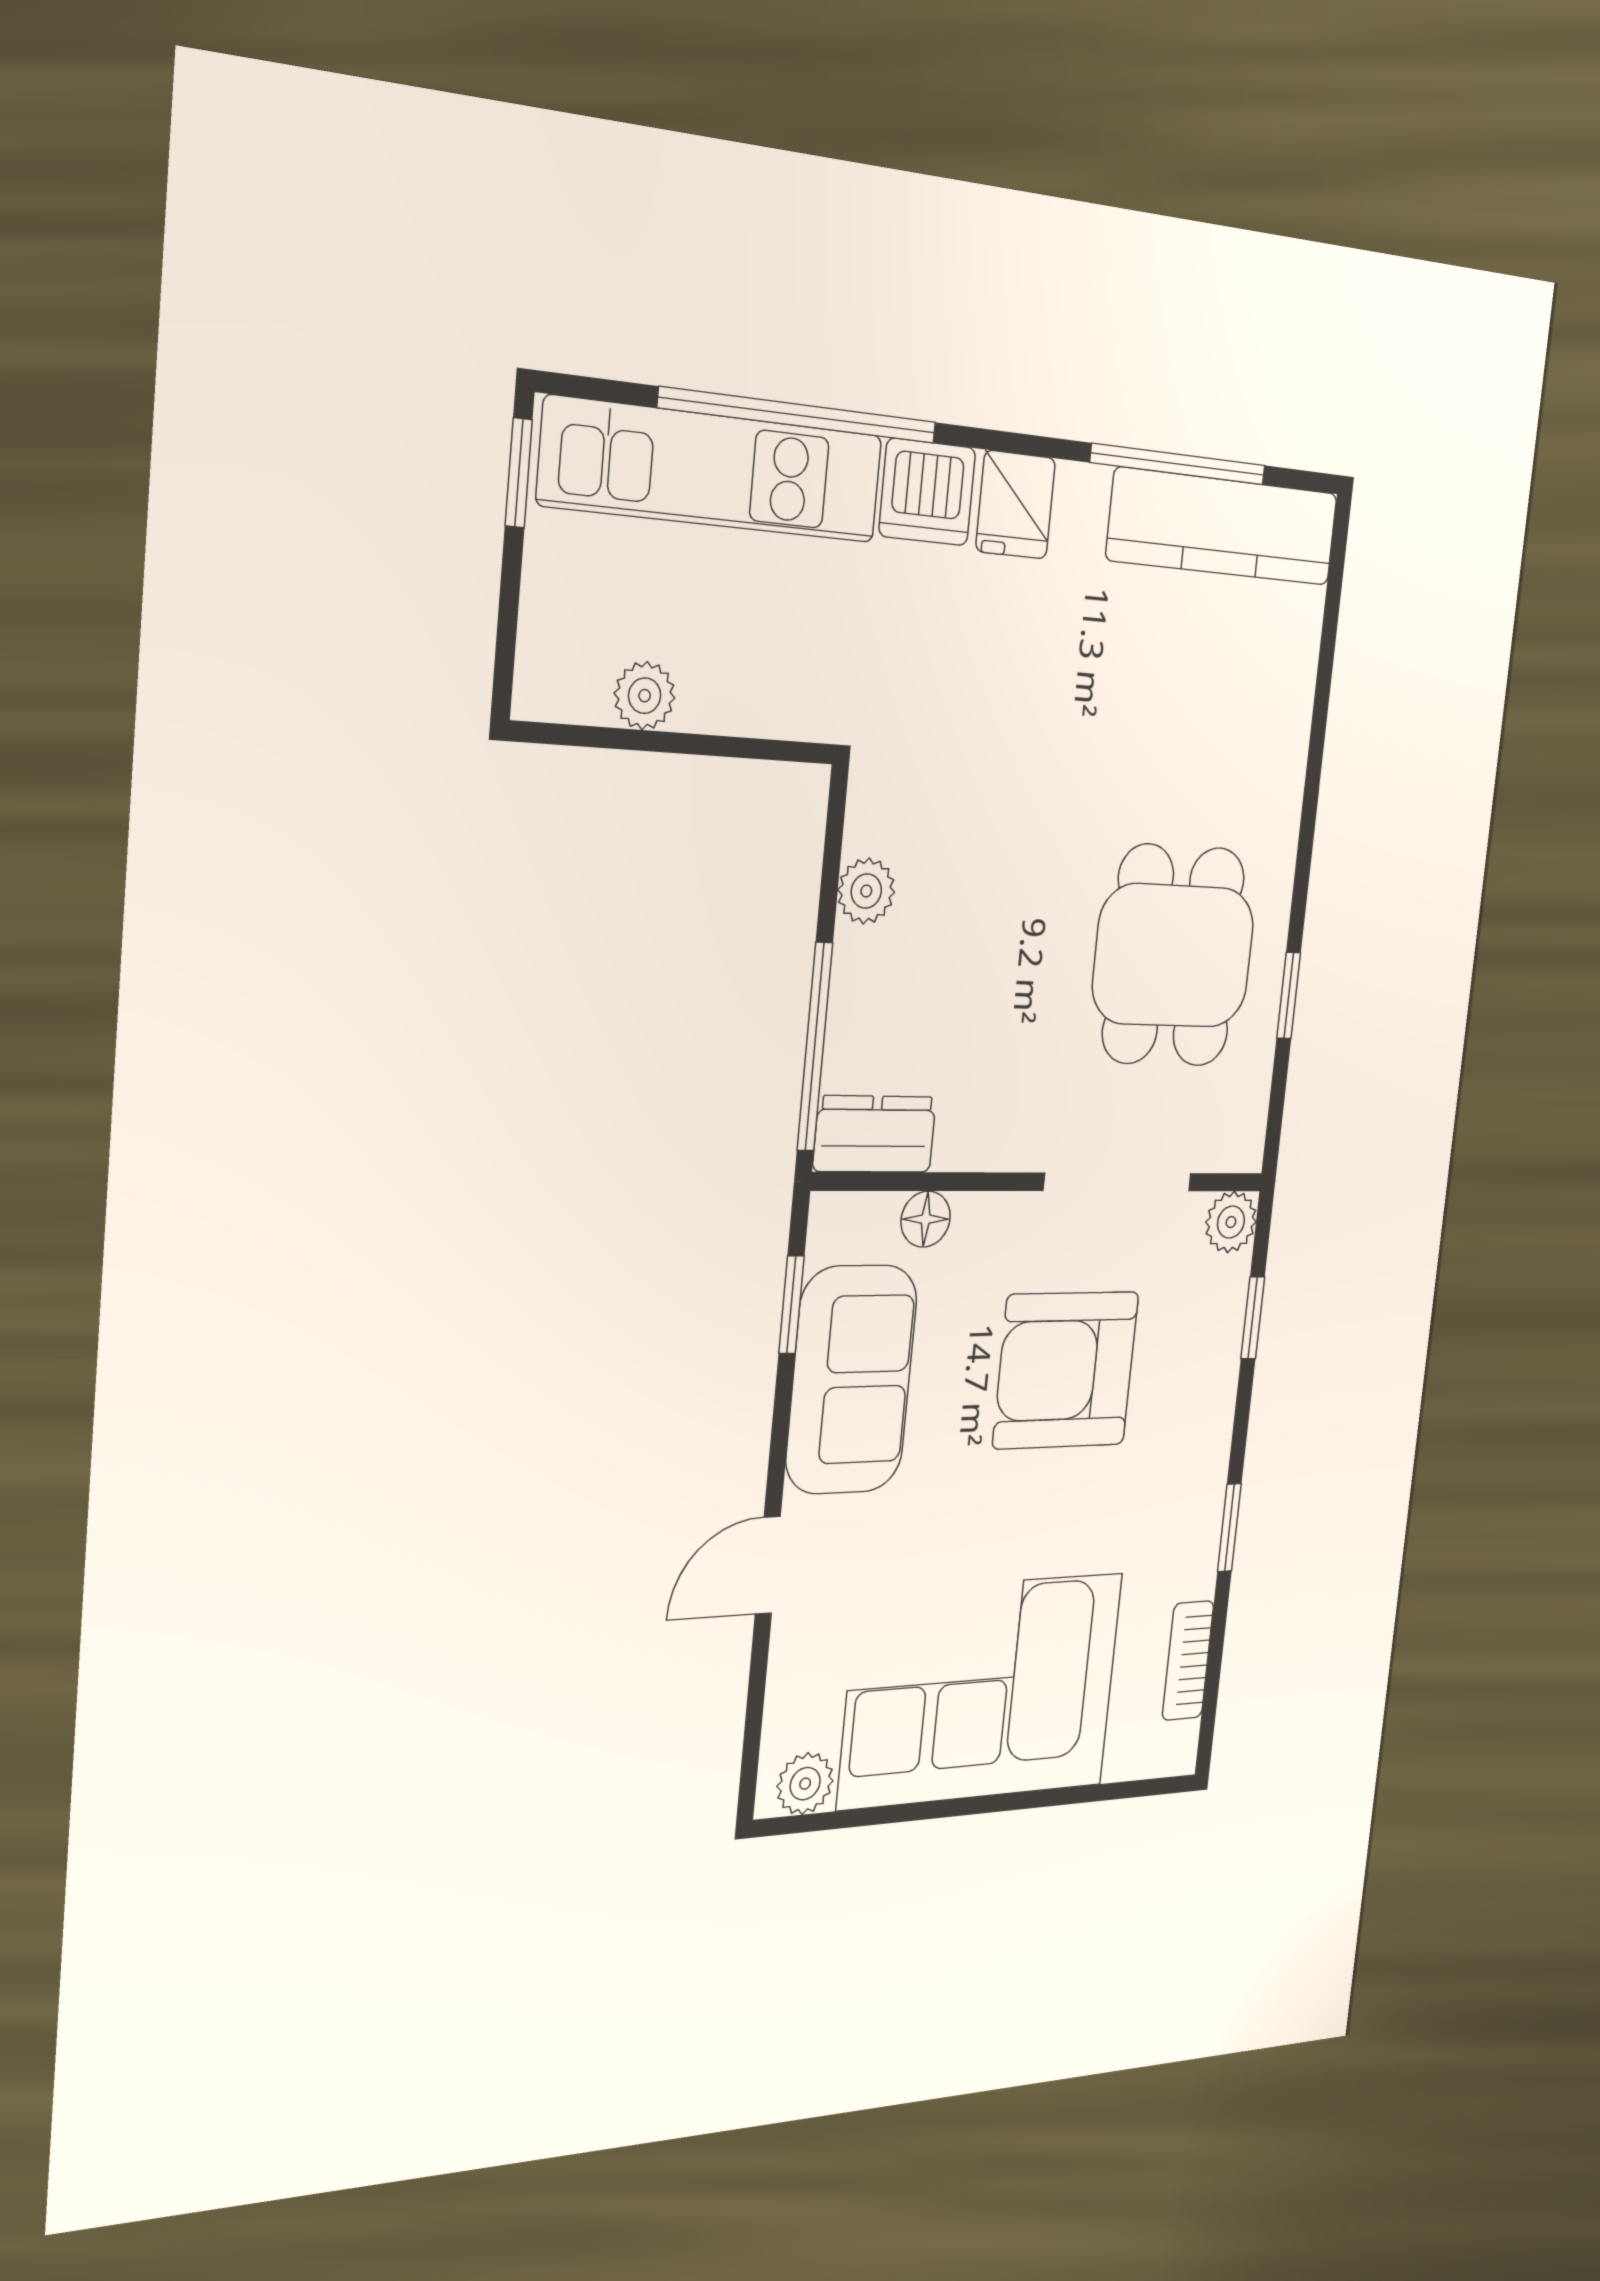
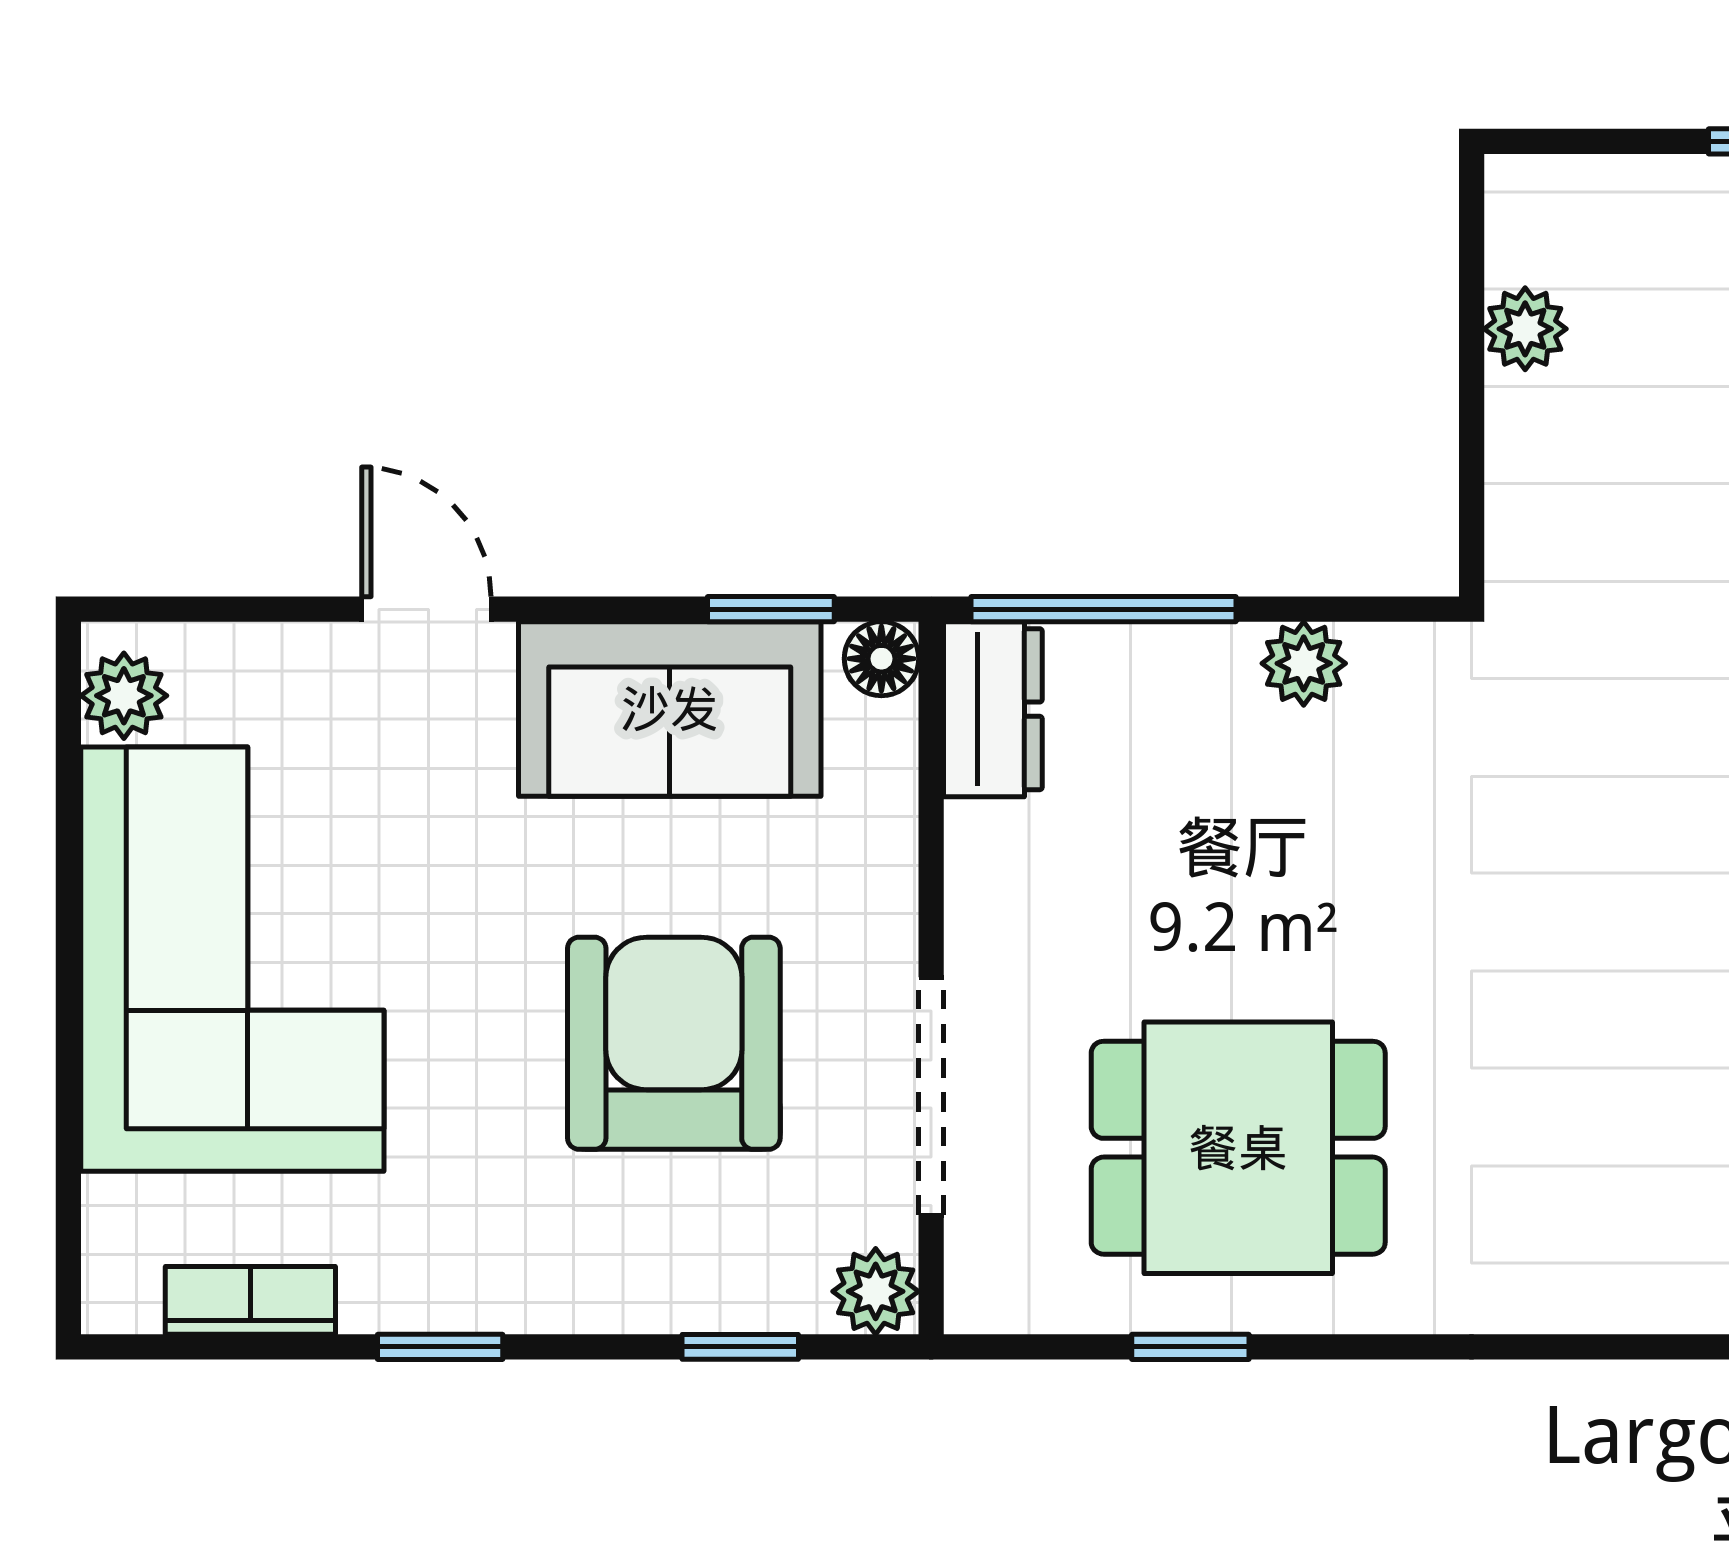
floor lamp: (926, 1219) -> (881, 659), moved

